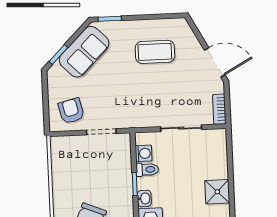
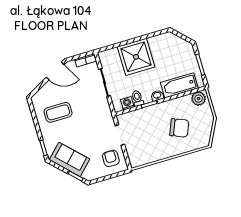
coffee table: (155, 52) -> (58, 112), turned 90
door: (215, 62) -> (55, 71), swing flipped
armchair: (71, 111) -> (111, 158), turned 104
shower: (217, 192) -> (136, 57), width x1.86, depth x1.86

